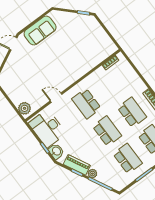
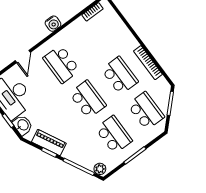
water cooler: (80, 72) -> (53, 24), added
door: (56, 98) -> (23, 56), swing flipped
plant: (92, 174) -> (100, 169), moved

